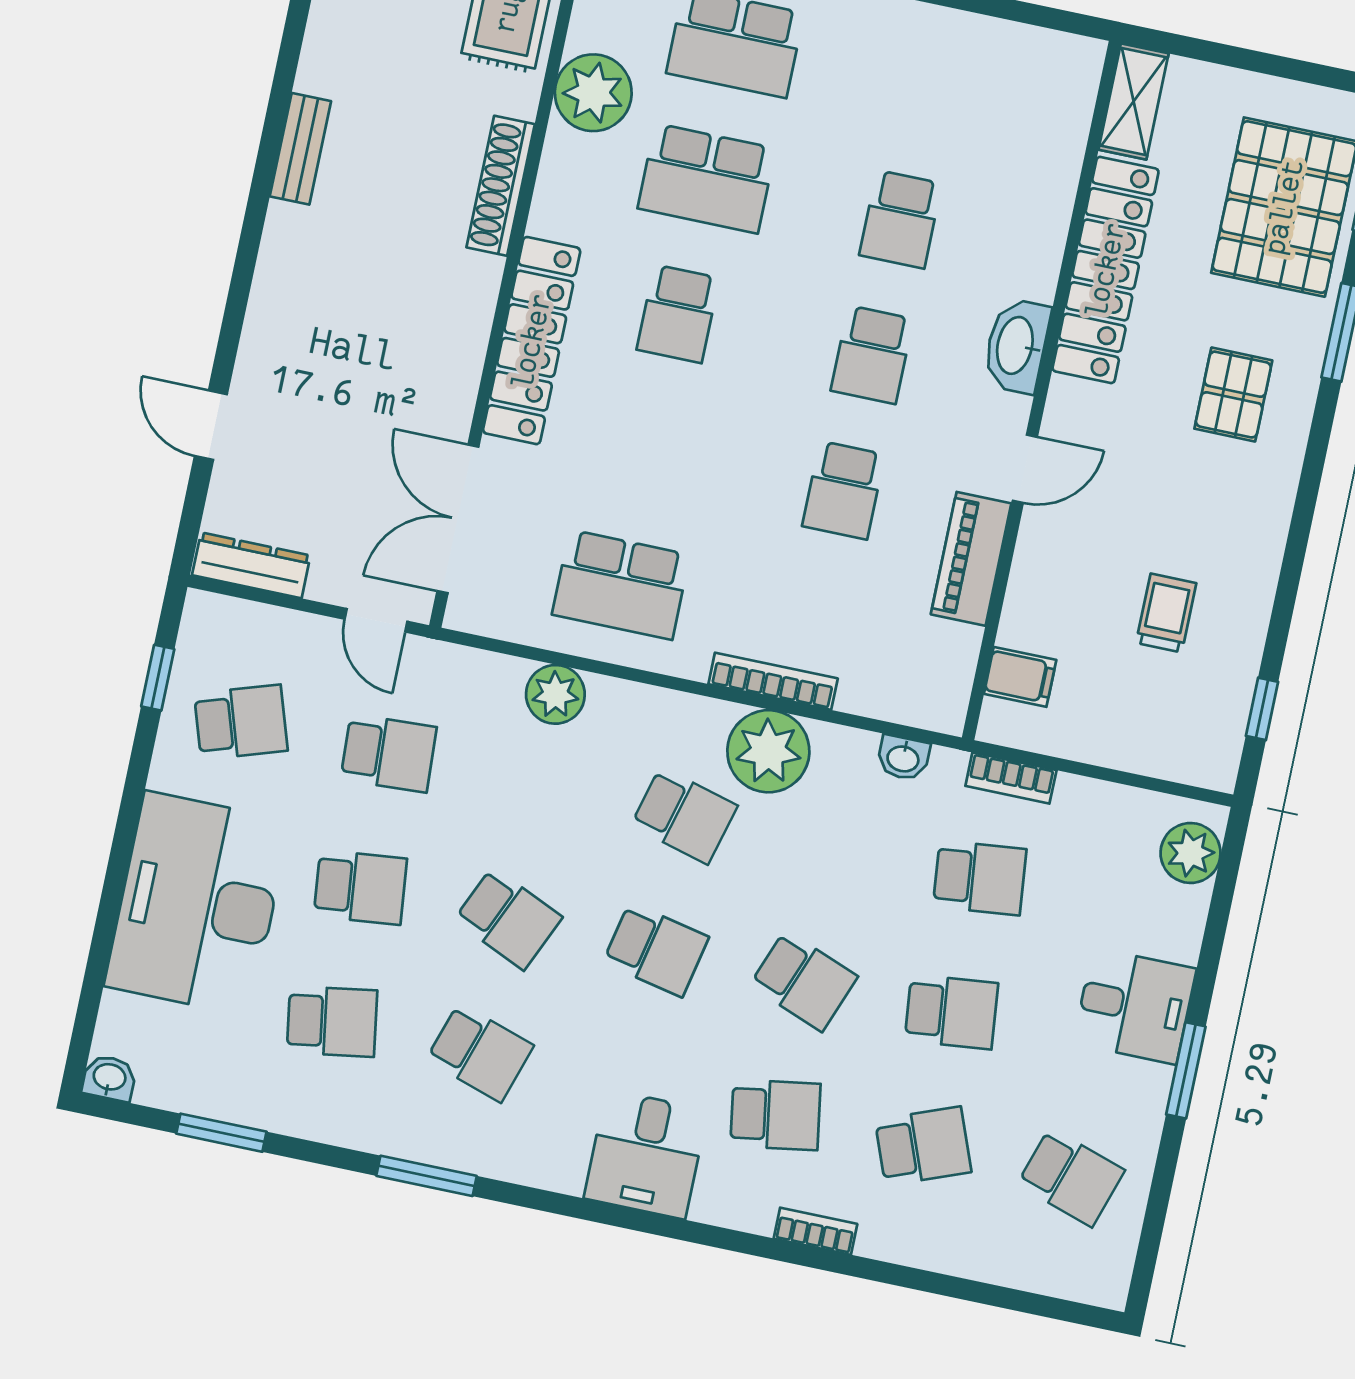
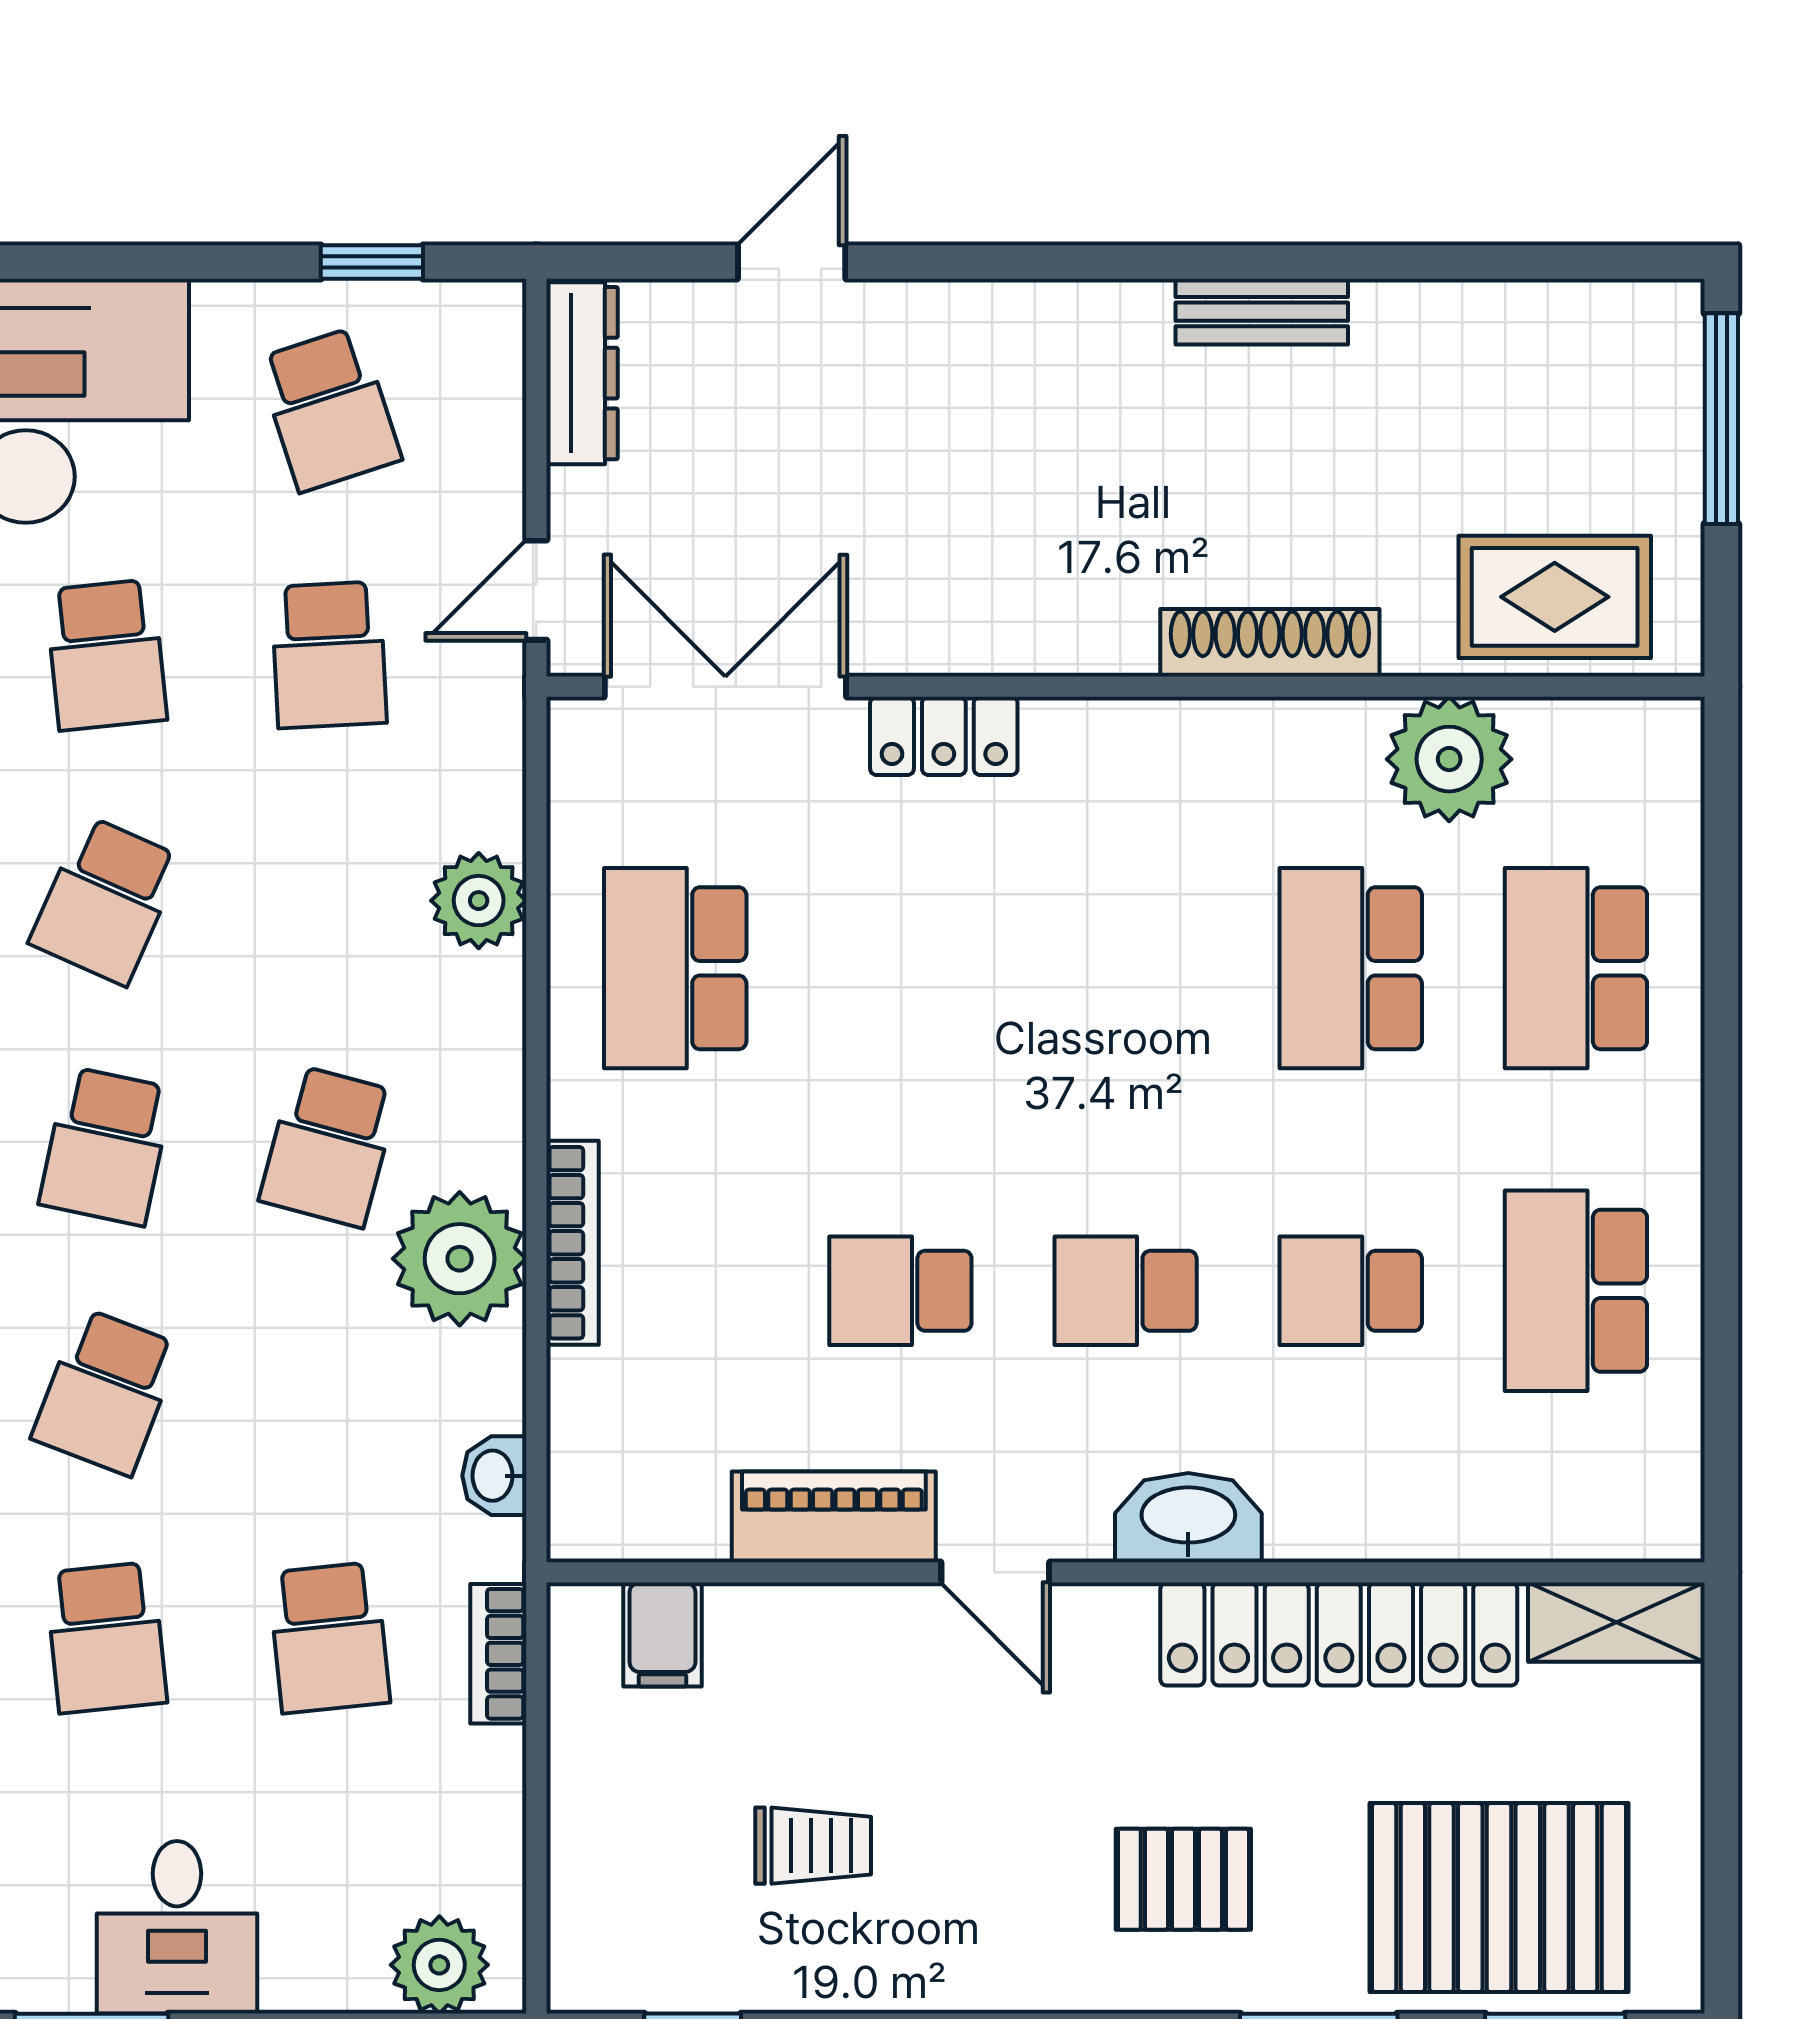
school desk: (678, 314) -> (1576, 1291), moved, width x1.85
locker: (532, 341) -> (944, 736), width x0.46, depth x0.83

